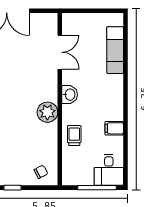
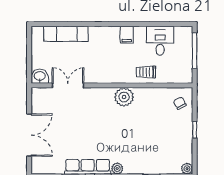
washbasin: (70, 95) -> (40, 76), moved
filing cabinet: (114, 128) -> (127, 35), moved
desk: (109, 170) -> (160, 41), moved, turned -90

